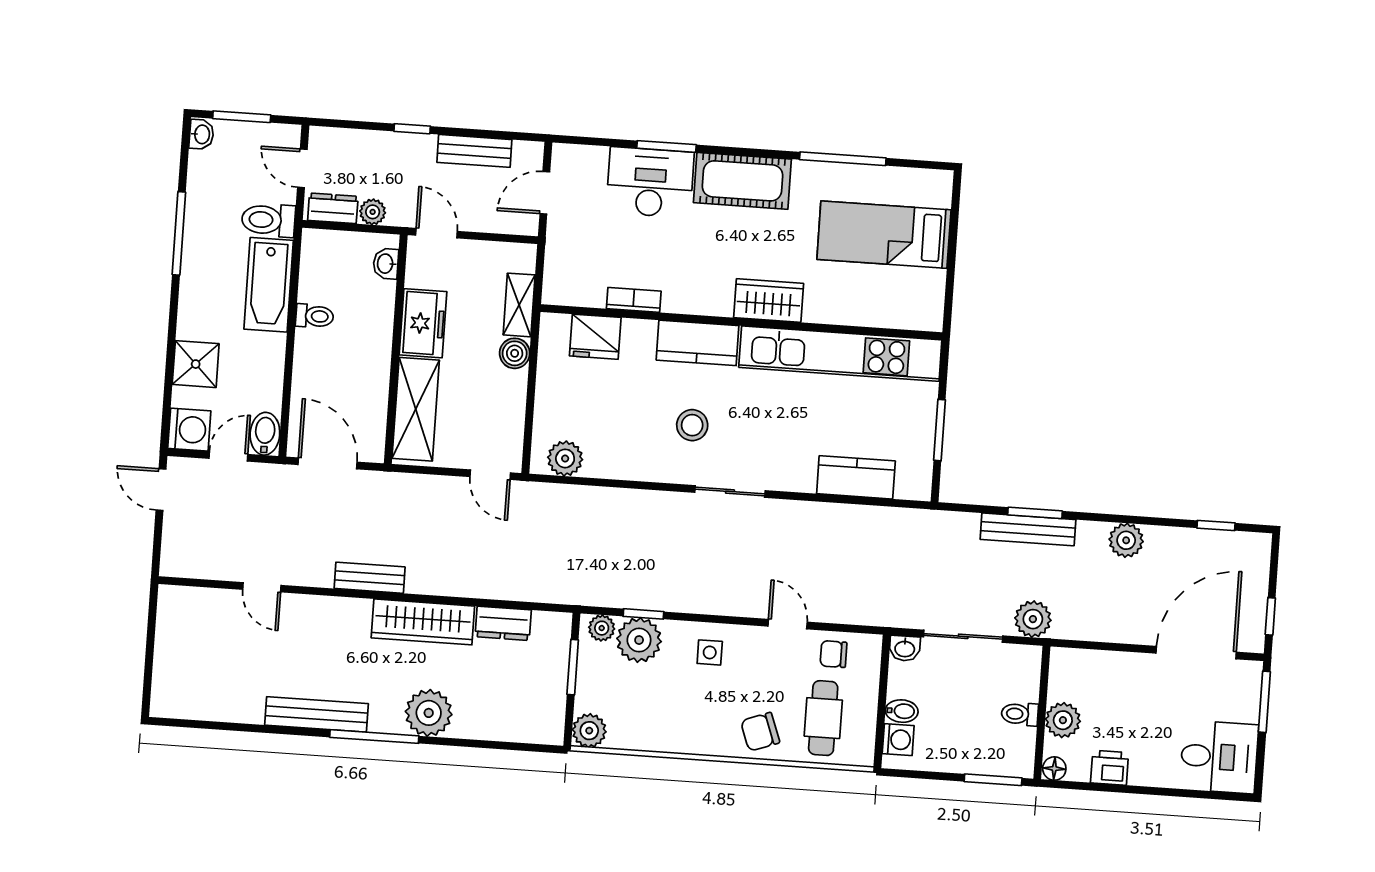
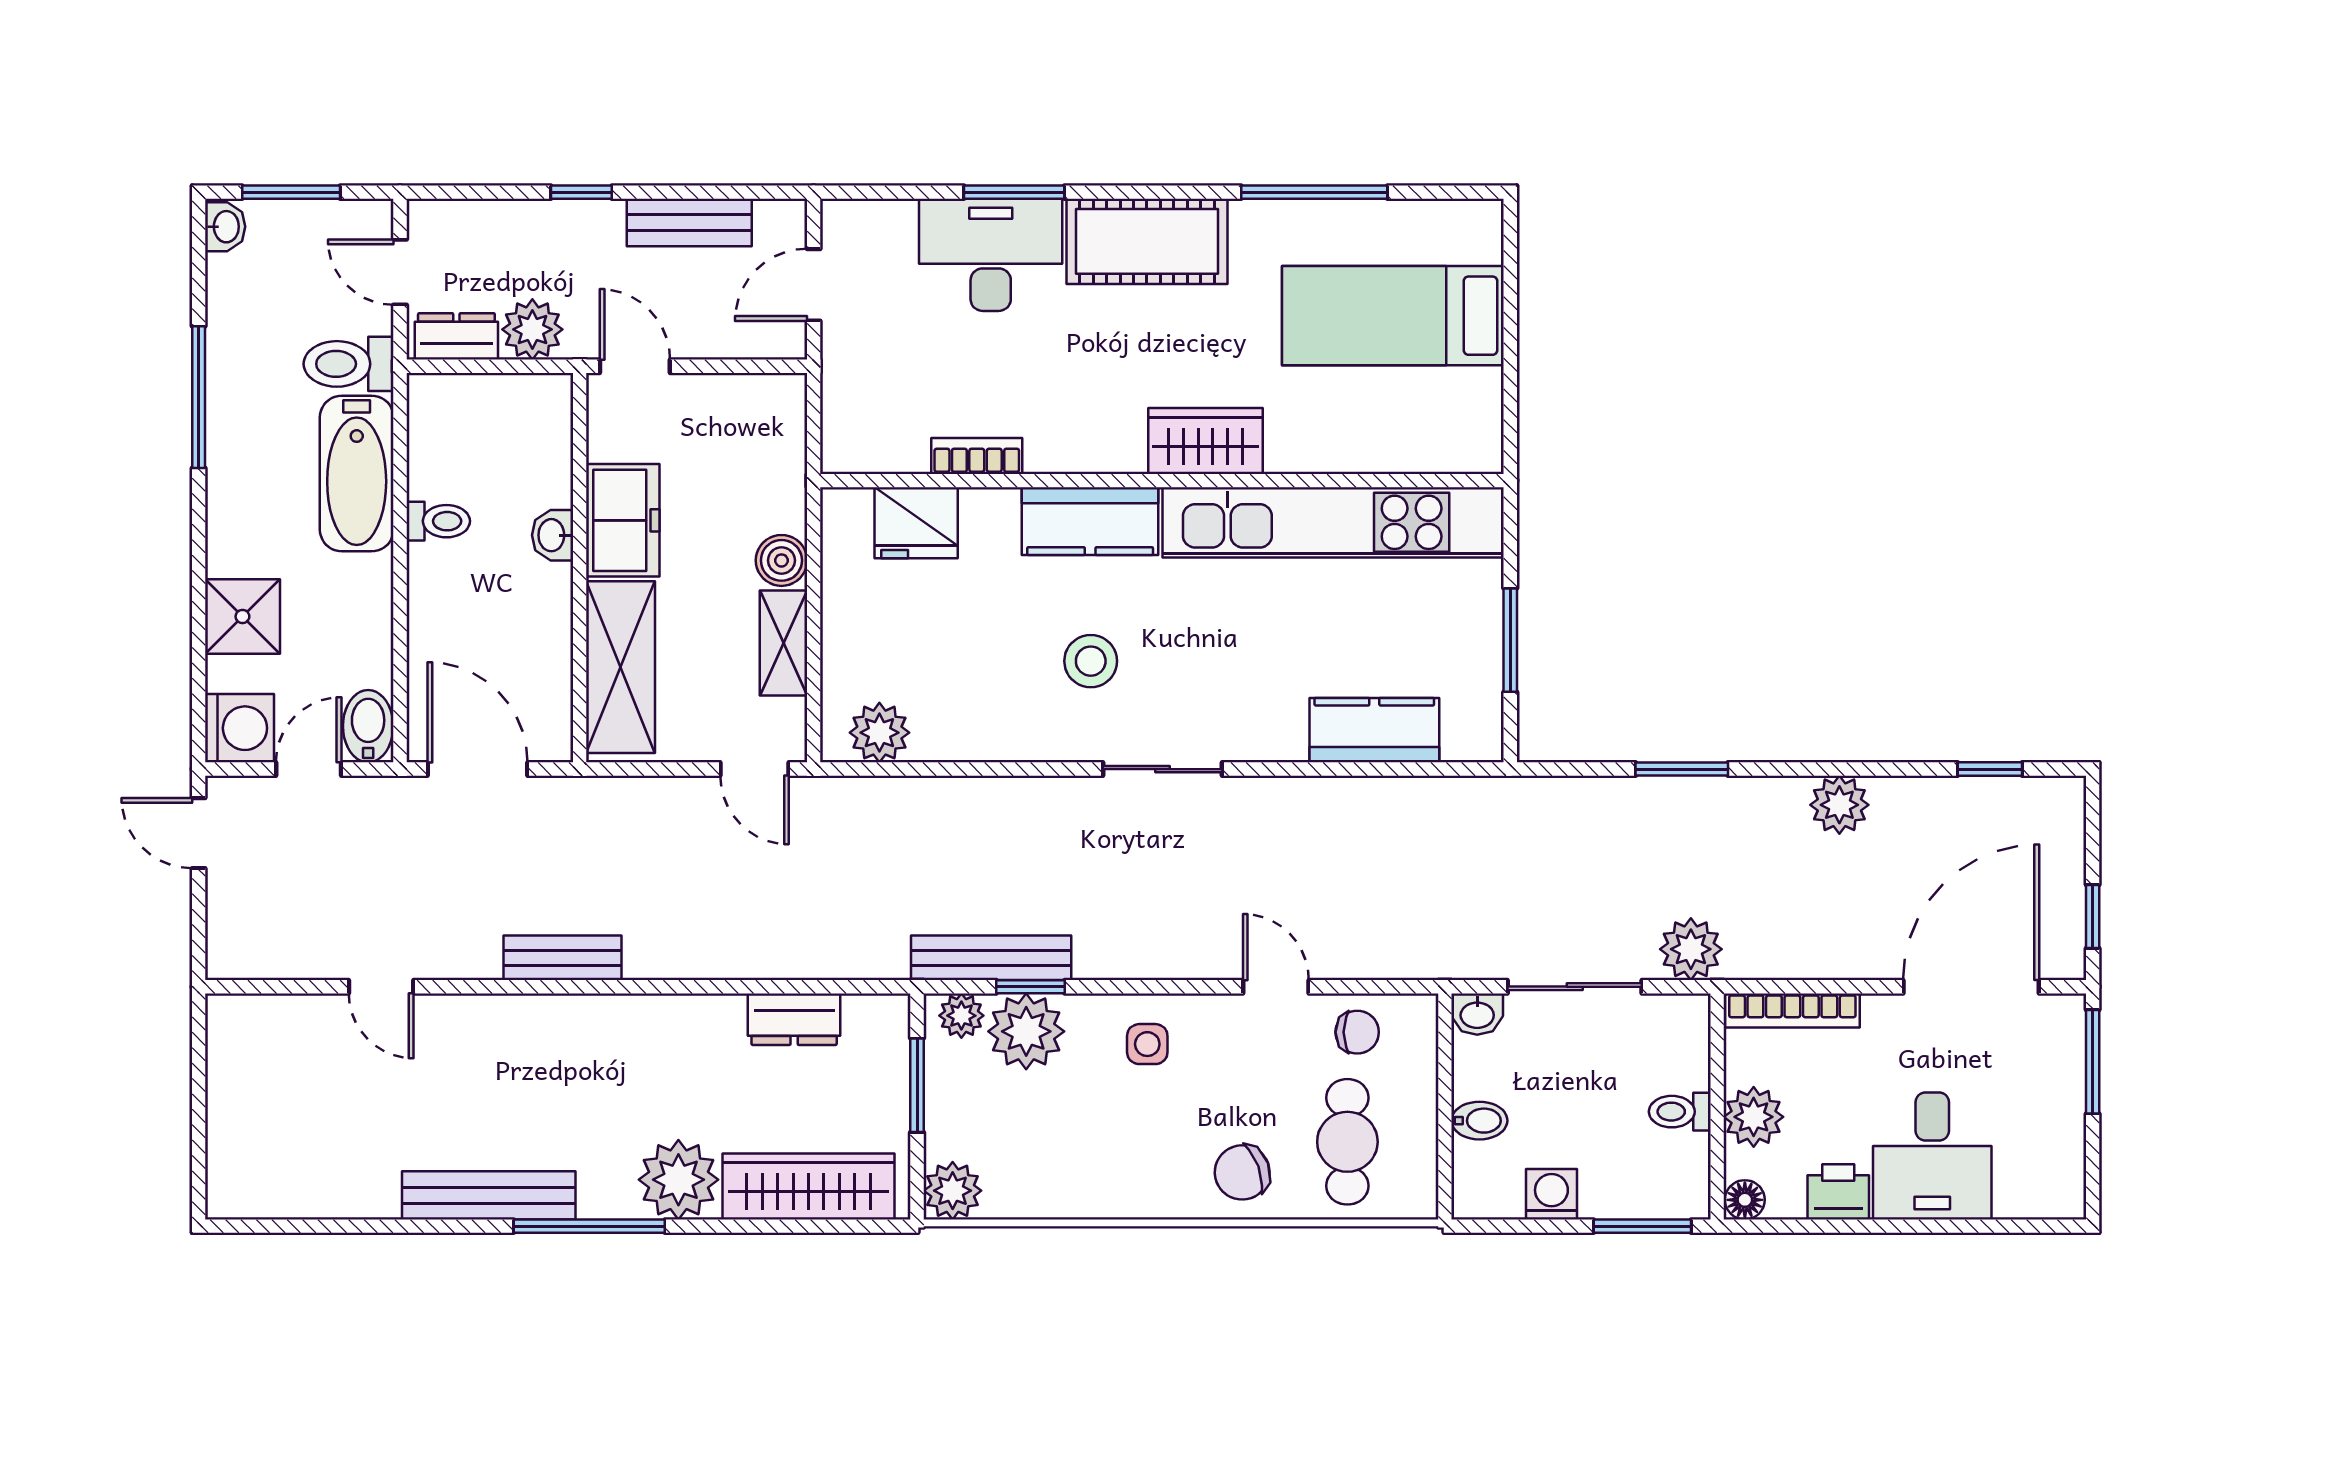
plant: (373, 212) -> (532, 329), width x1.38, depth x1.38
washbasin: (386, 264) -> (553, 535), moved
shelving: (519, 305) -> (783, 643), moved
bench: (1028, 529) -> (991, 958), moved
wardrobe: (423, 622) -> (808, 1187), moved, turned 180
chair: (834, 654) -> (1357, 1032), turned 180
bookcase: (1090, 659) -> (1792, 1010), added
washing machine: (898, 740) -> (1551, 1194), moved, turned -90
desk: (1219, 757) -> (1932, 1156), moved, turned 90

